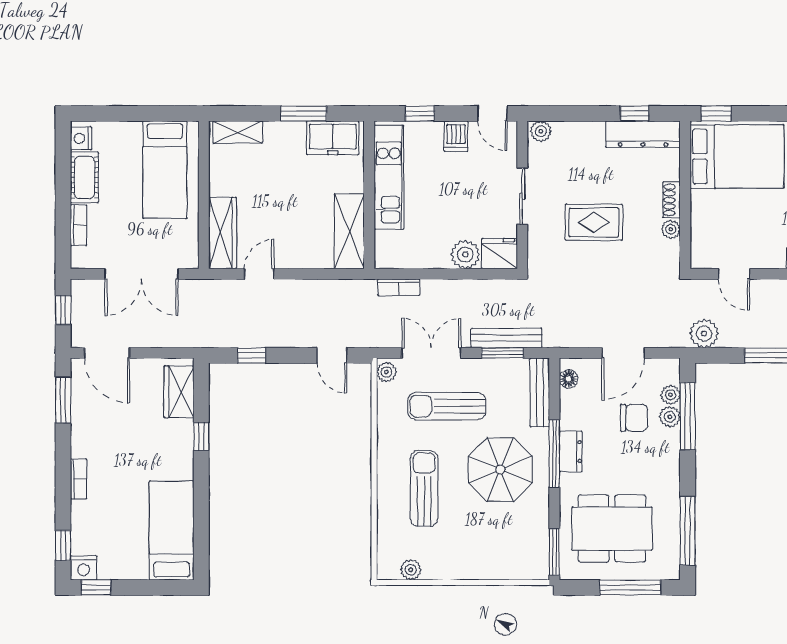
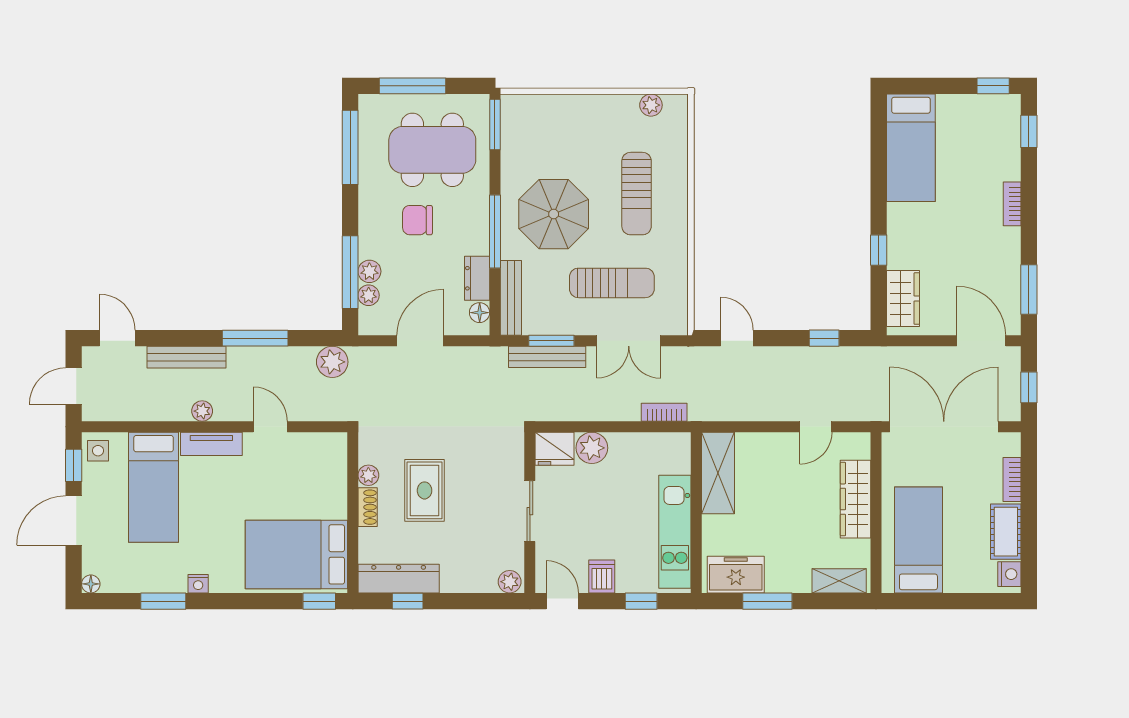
rug: (594, 222) -> (425, 490), moved, turned 90
wardrobe: (223, 233) -> (856, 499), moved
double door: (141, 274) -> (944, 427), width x1.36
door: (734, 274) -> (270, 427), moved
plant: (386, 372) -> (677, 320), removed
chair: (634, 418) -> (417, 220), moved
dresser: (571, 452) -> (477, 278), moved
nightstand: (84, 568) -> (1007, 107), removed

